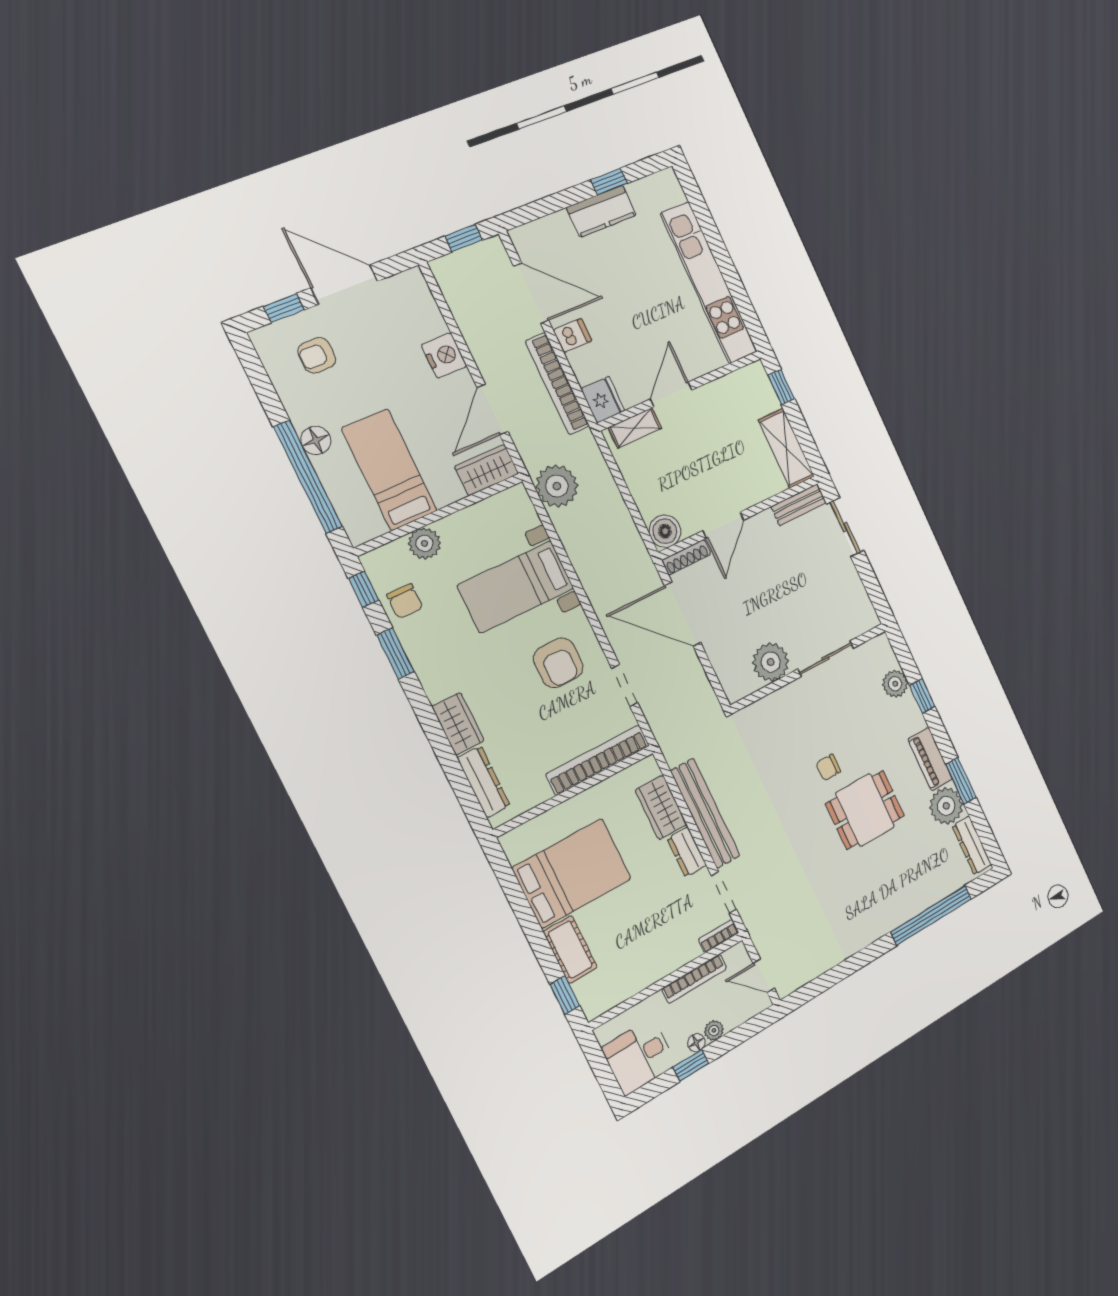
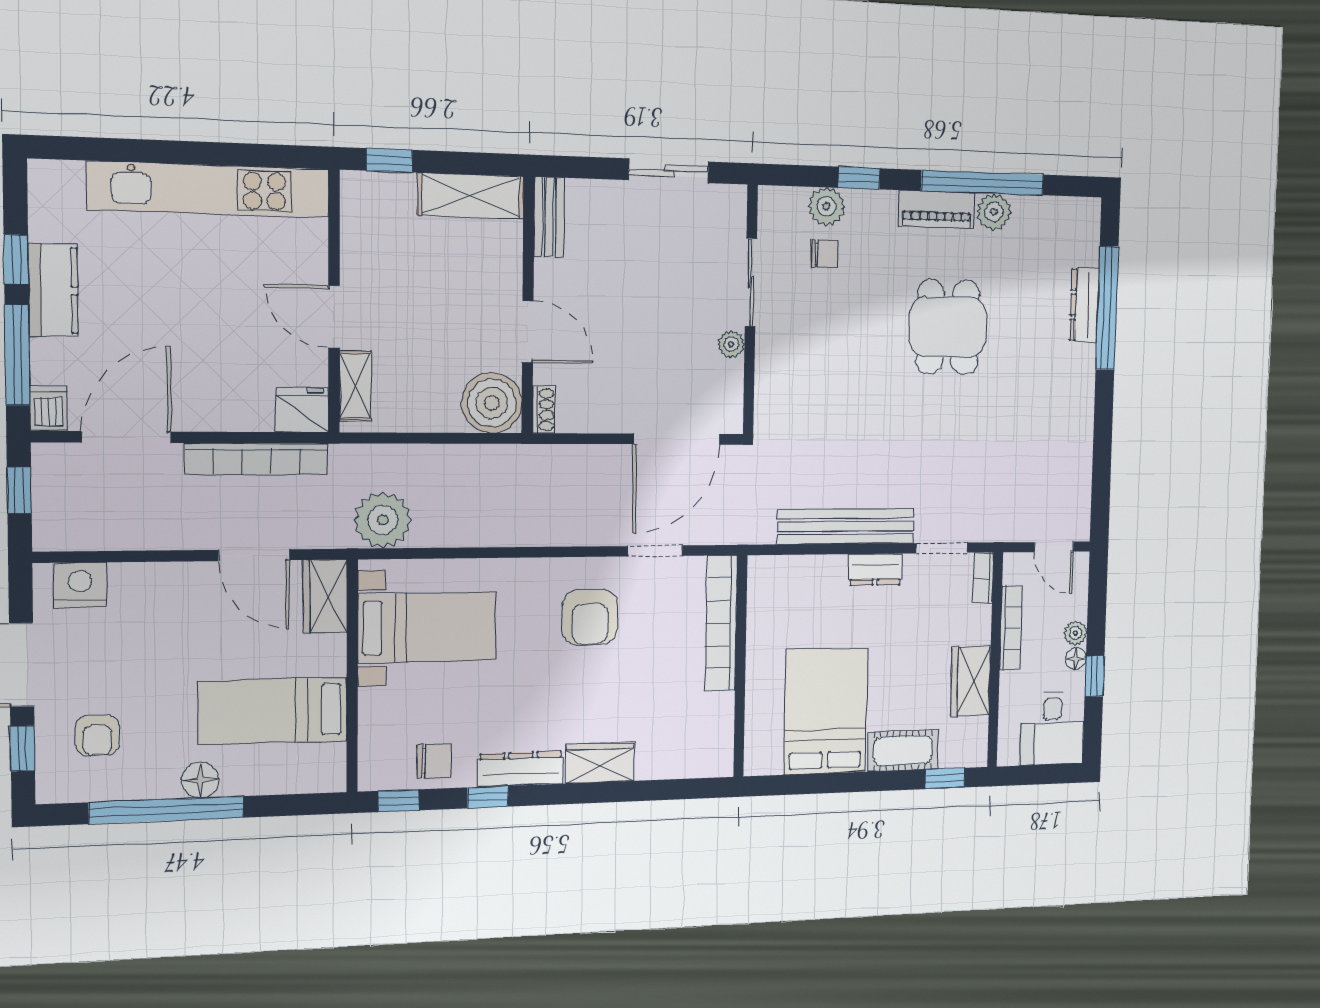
window: (550, 204) -> (17, 355), added
dishwasher: (572, 335) -> (49, 408), moved
nightstand: (444, 355) -> (80, 585), moved
window: (308, 477) -> (167, 810), moved
sliding door: (845, 527) -> (669, 171), moved
boiler: (665, 531) -> (492, 403), width x1.37, depth x1.37
plant: (424, 543) -> (378, 709), removed
shoe rack: (686, 557) -> (544, 410), width x0.70
bed with nightstands: (516, 587) -> (427, 627), moved, turned -90
door: (683, 614) -> (677, 439), moved
window: (395, 654) -> (488, 797), width x0.67
plant: (771, 662) -> (731, 344), width x0.53, depth x0.53
armchair: (558, 663) -> (590, 617), turned 90
chair: (828, 767) -> (824, 254), moved, turned -90
window: (961, 781) -> (983, 183), width x2.11
dresser: (484, 782) -> (521, 769), moved
plant: (946, 806) -> (994, 212), width x0.73, depth x0.73
wardrobe: (661, 807) -> (971, 681), moved, turned 90
dresser: (972, 845) -> (1084, 305), moved, turned 90
door: (764, 976) -> (1054, 547), hinge flipped

